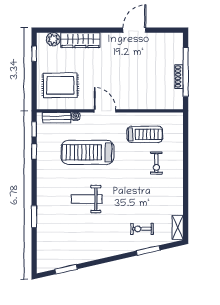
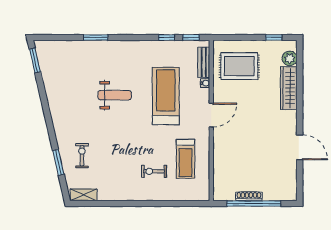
rug: (60, 85) -> (239, 66), turned 90
weight bench: (87, 199) -> (115, 95), turned 90
window: (66, 269) -> (35, 60), moved

